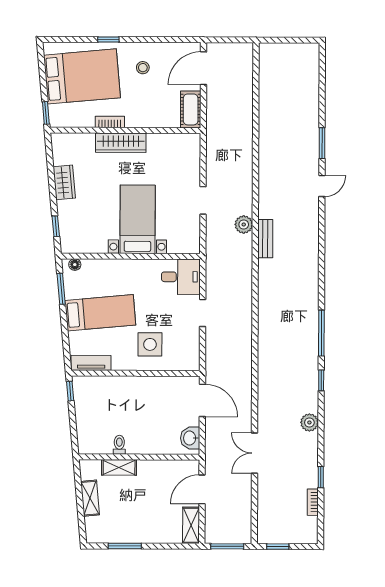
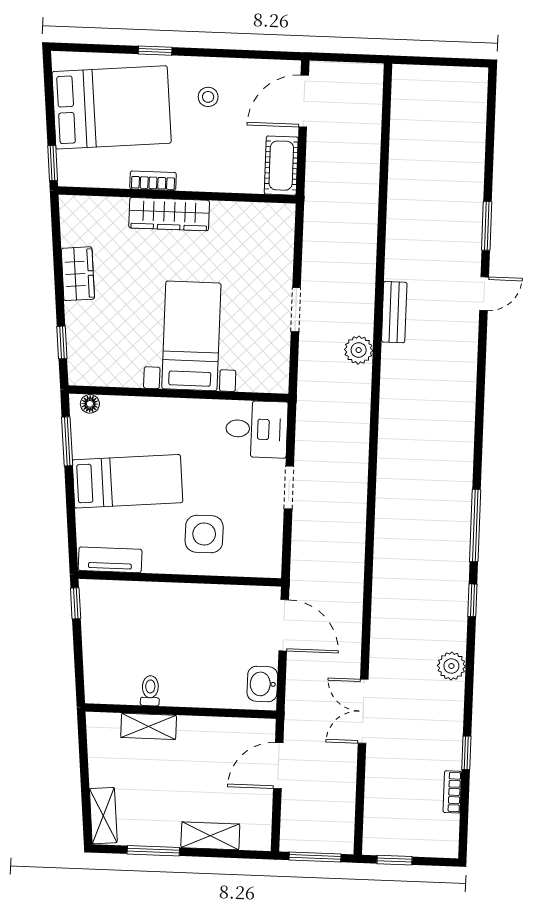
bench: (265, 239) -> (394, 312), moved
shelving: (90, 498) -> (103, 816), moved
shelving: (191, 525) -> (210, 836), moved, turned 90

